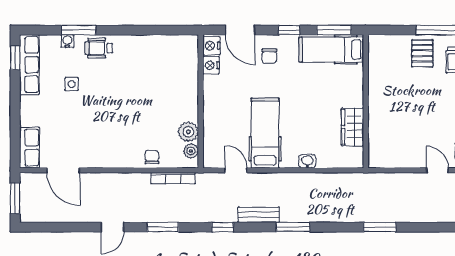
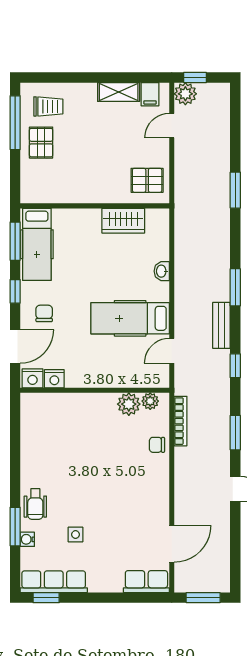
pallet: (422, 53) -> (41, 143), turned 90
chair: (269, 56) -> (44, 313), turned -90
pallet: (389, 148) -> (147, 180), added

